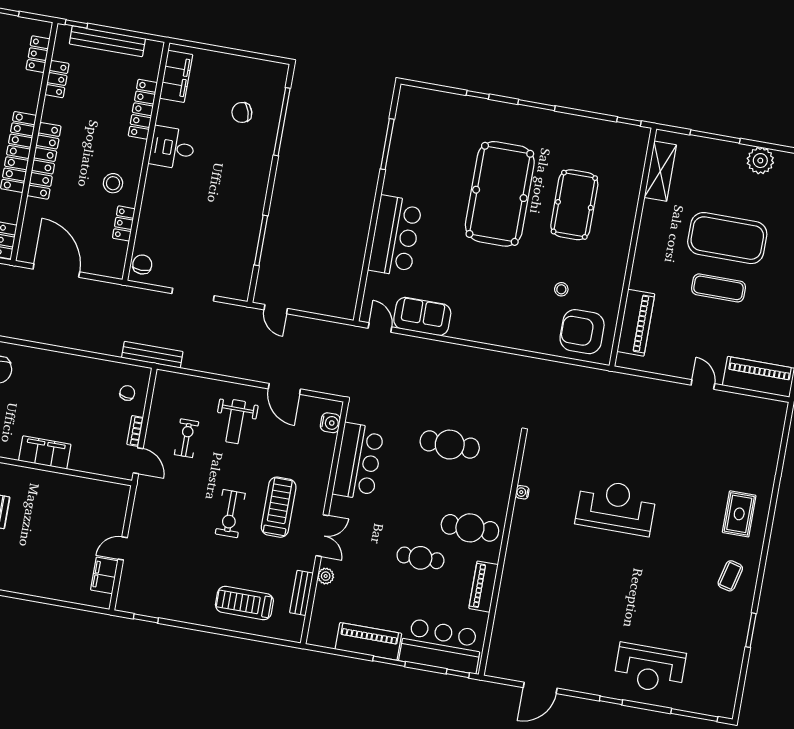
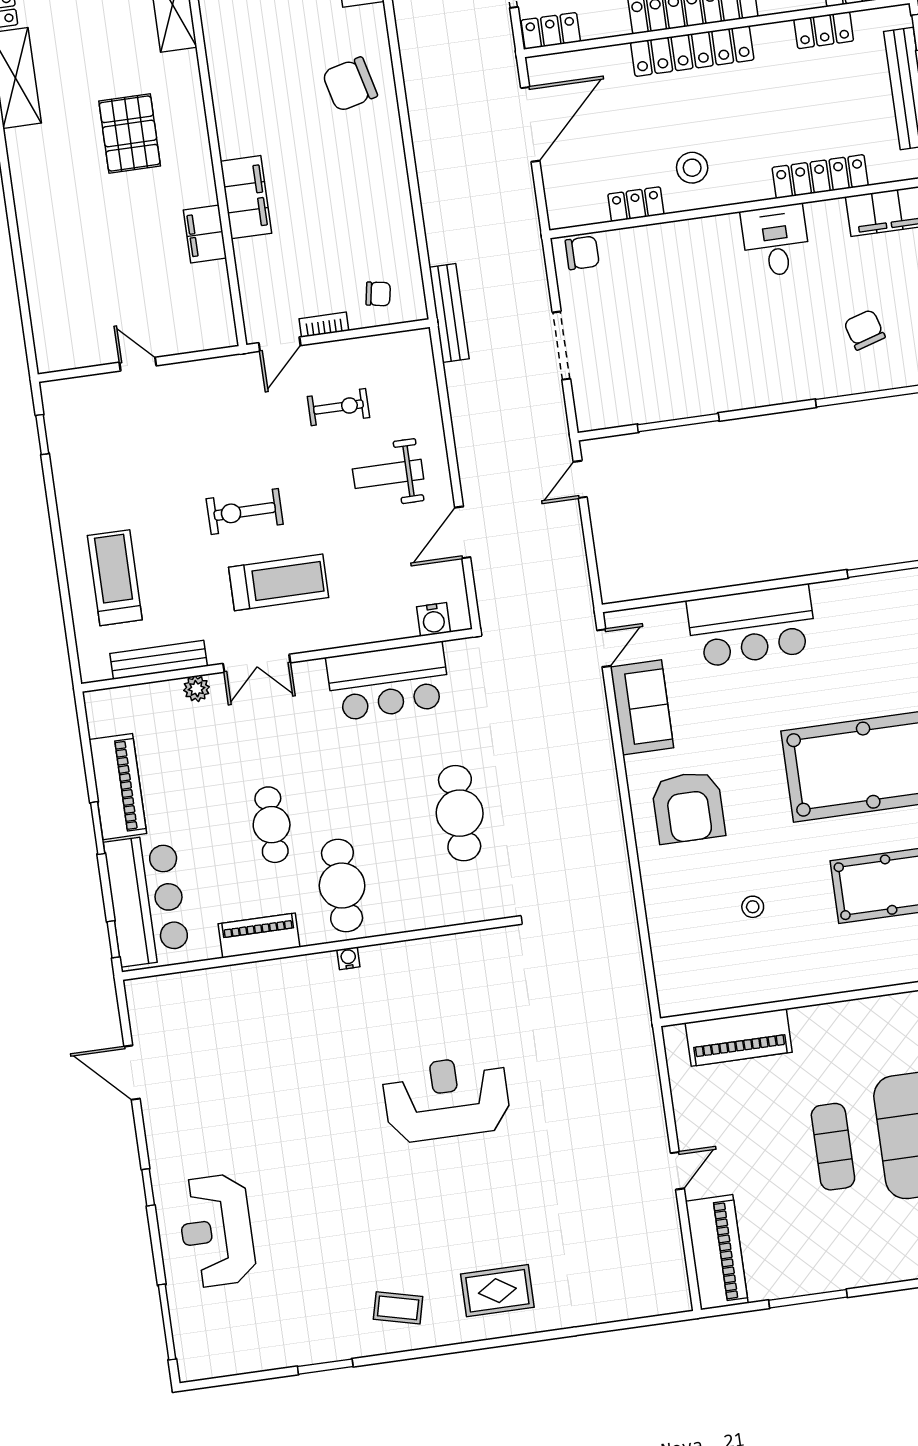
armchair: (582, 332) -> (688, 807), moved, turned 180
water cooler: (522, 492) -> (348, 958), moved
reception desk: (616, 507) -> (446, 1099), turned -90
filing cabinet: (104, 575) -> (205, 234), moved, turned -90
bench: (301, 593) -> (159, 660), width x1.36

